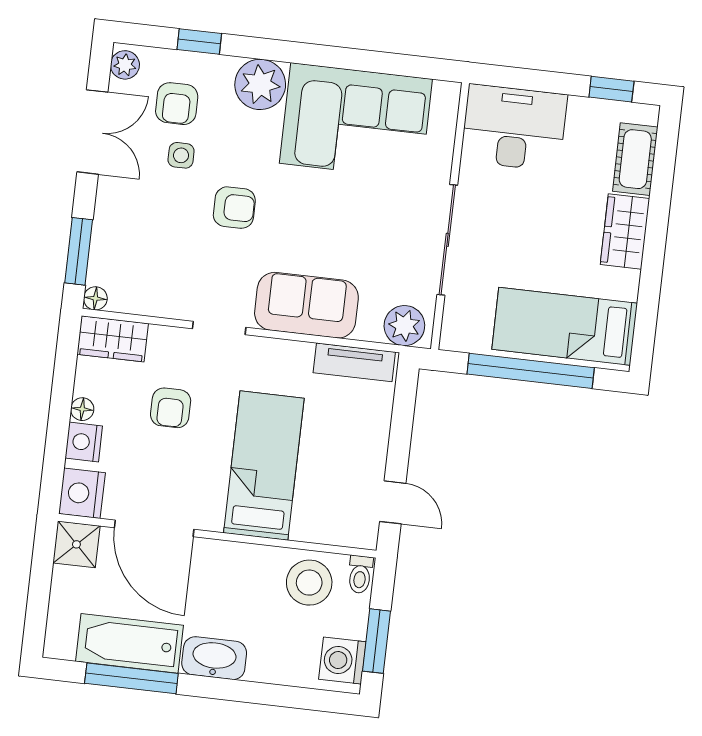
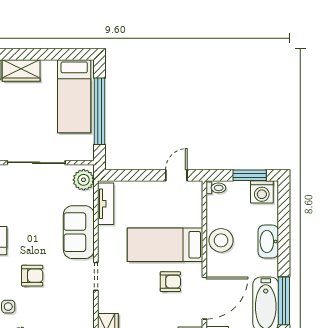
armchair: (234, 208) -> (32, 276), turned 90
armchair: (171, 408) -> (170, 282), moved
stool: (309, 583) -> (221, 240), moved
washbasin: (214, 658) -> (268, 241), moved

